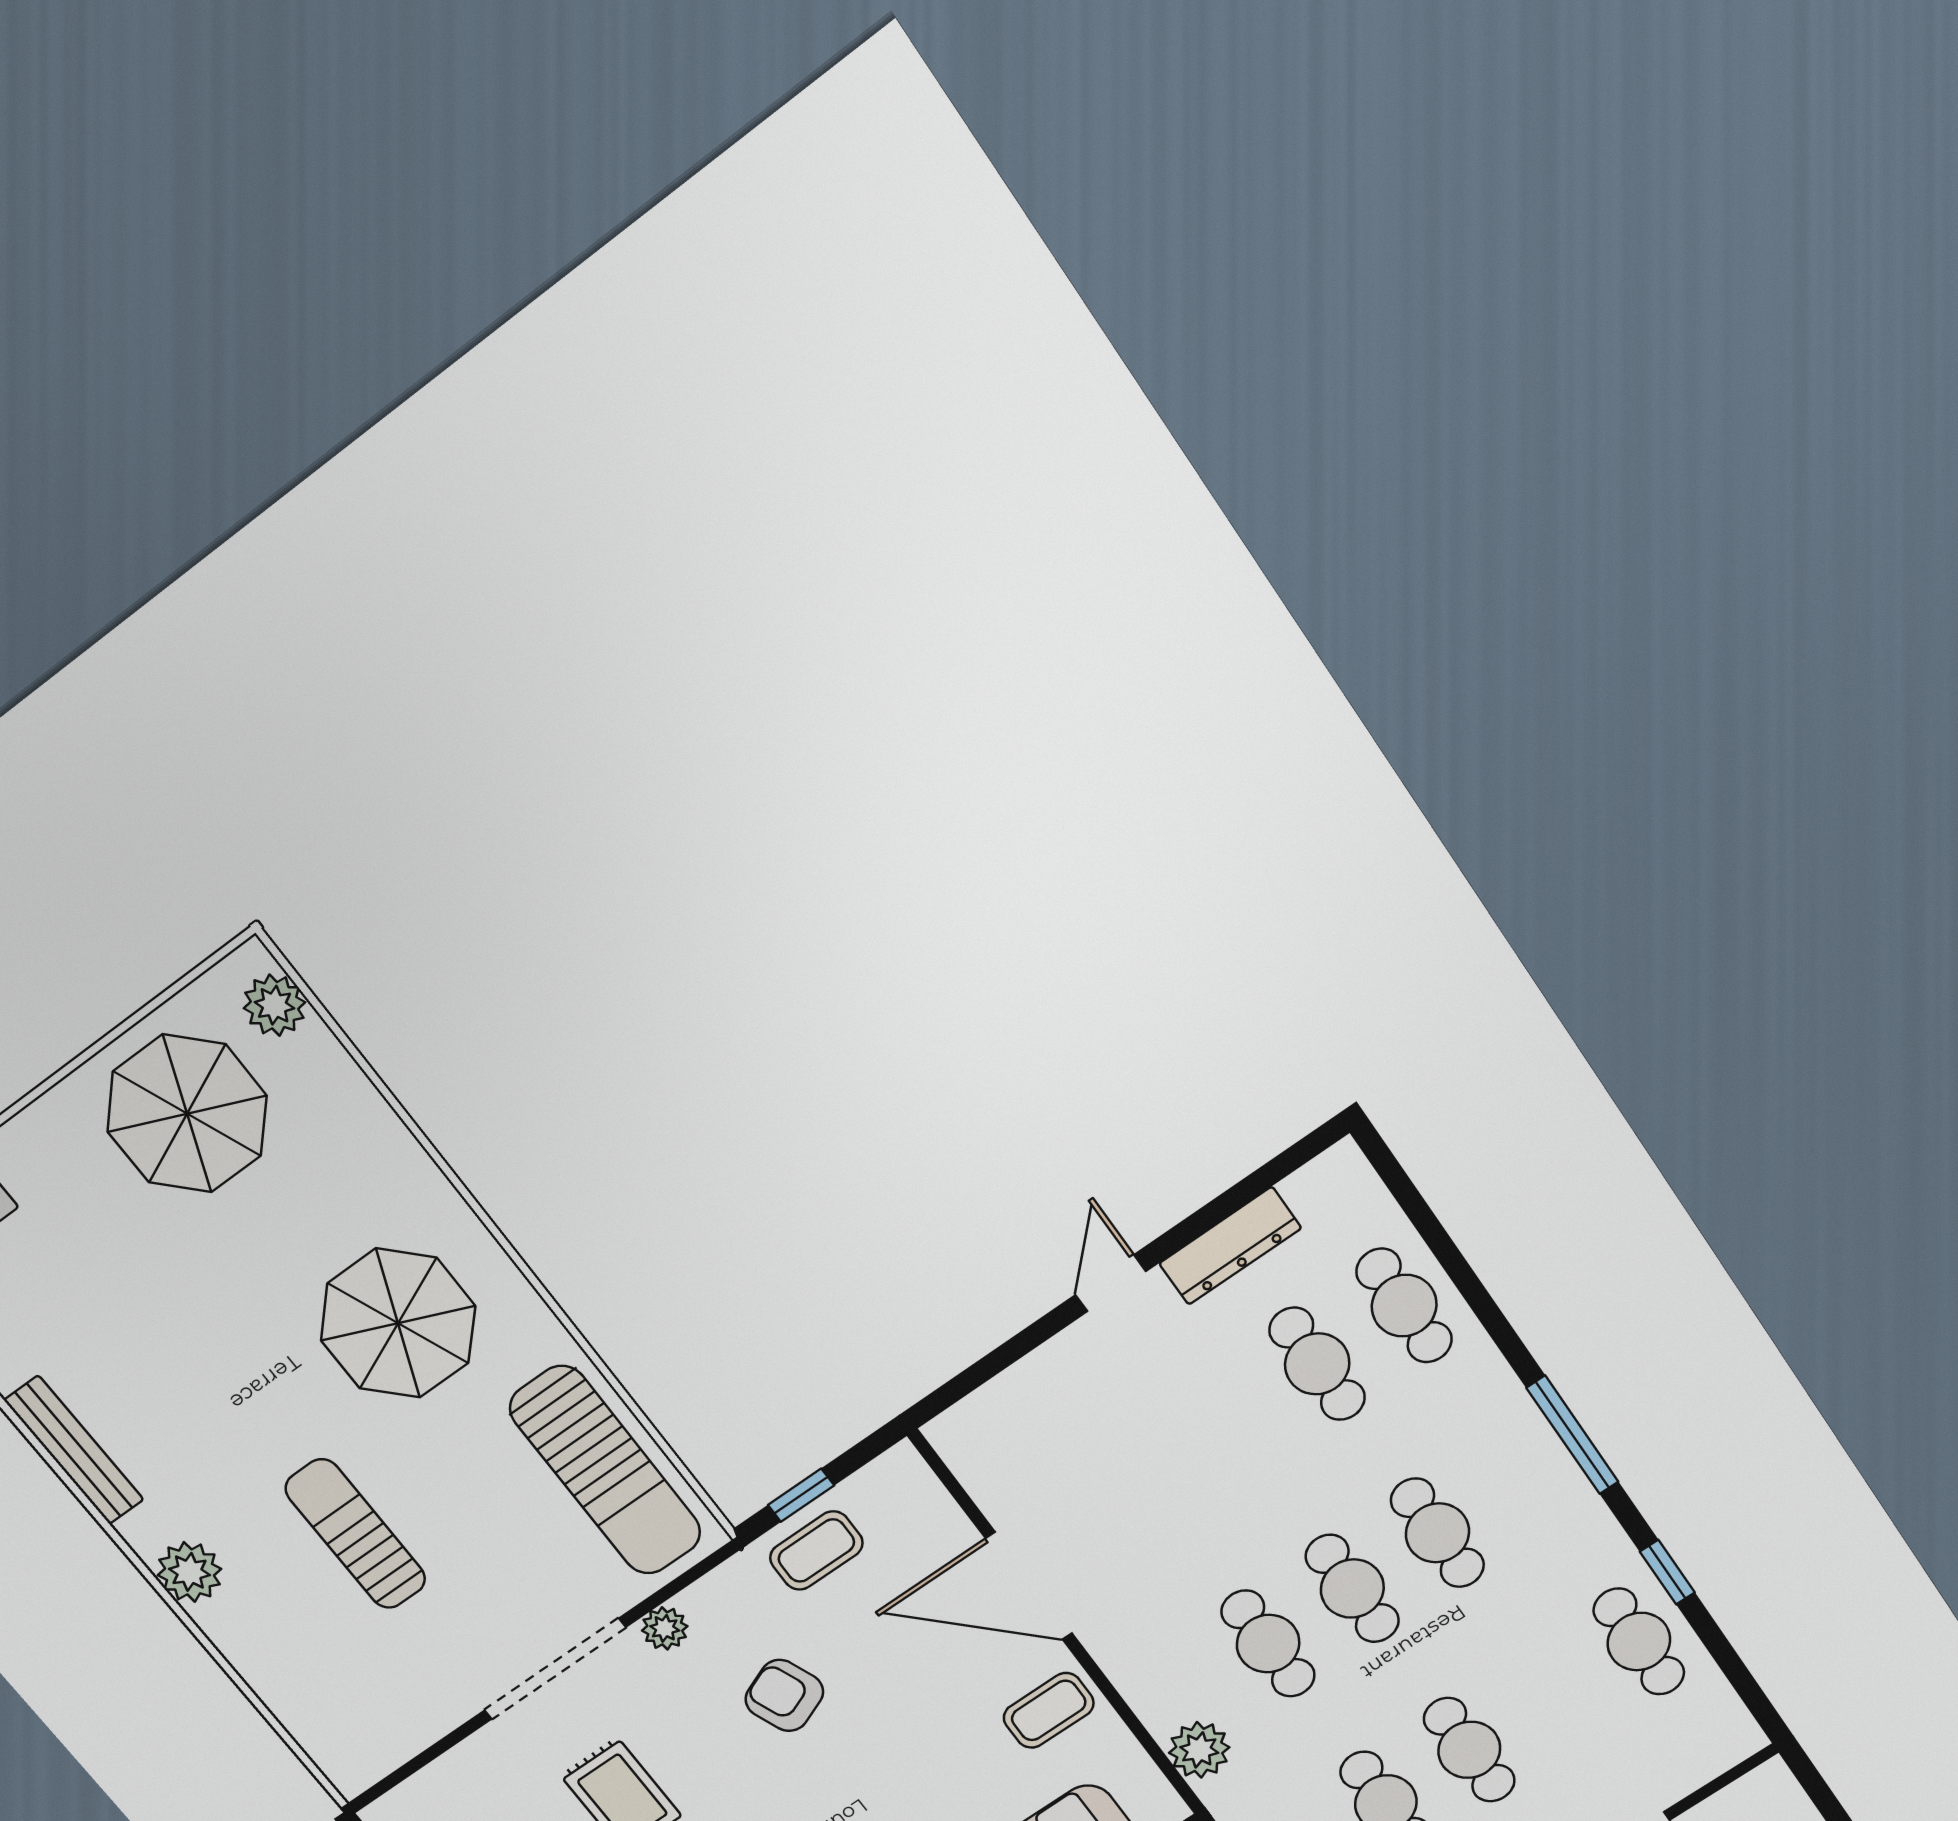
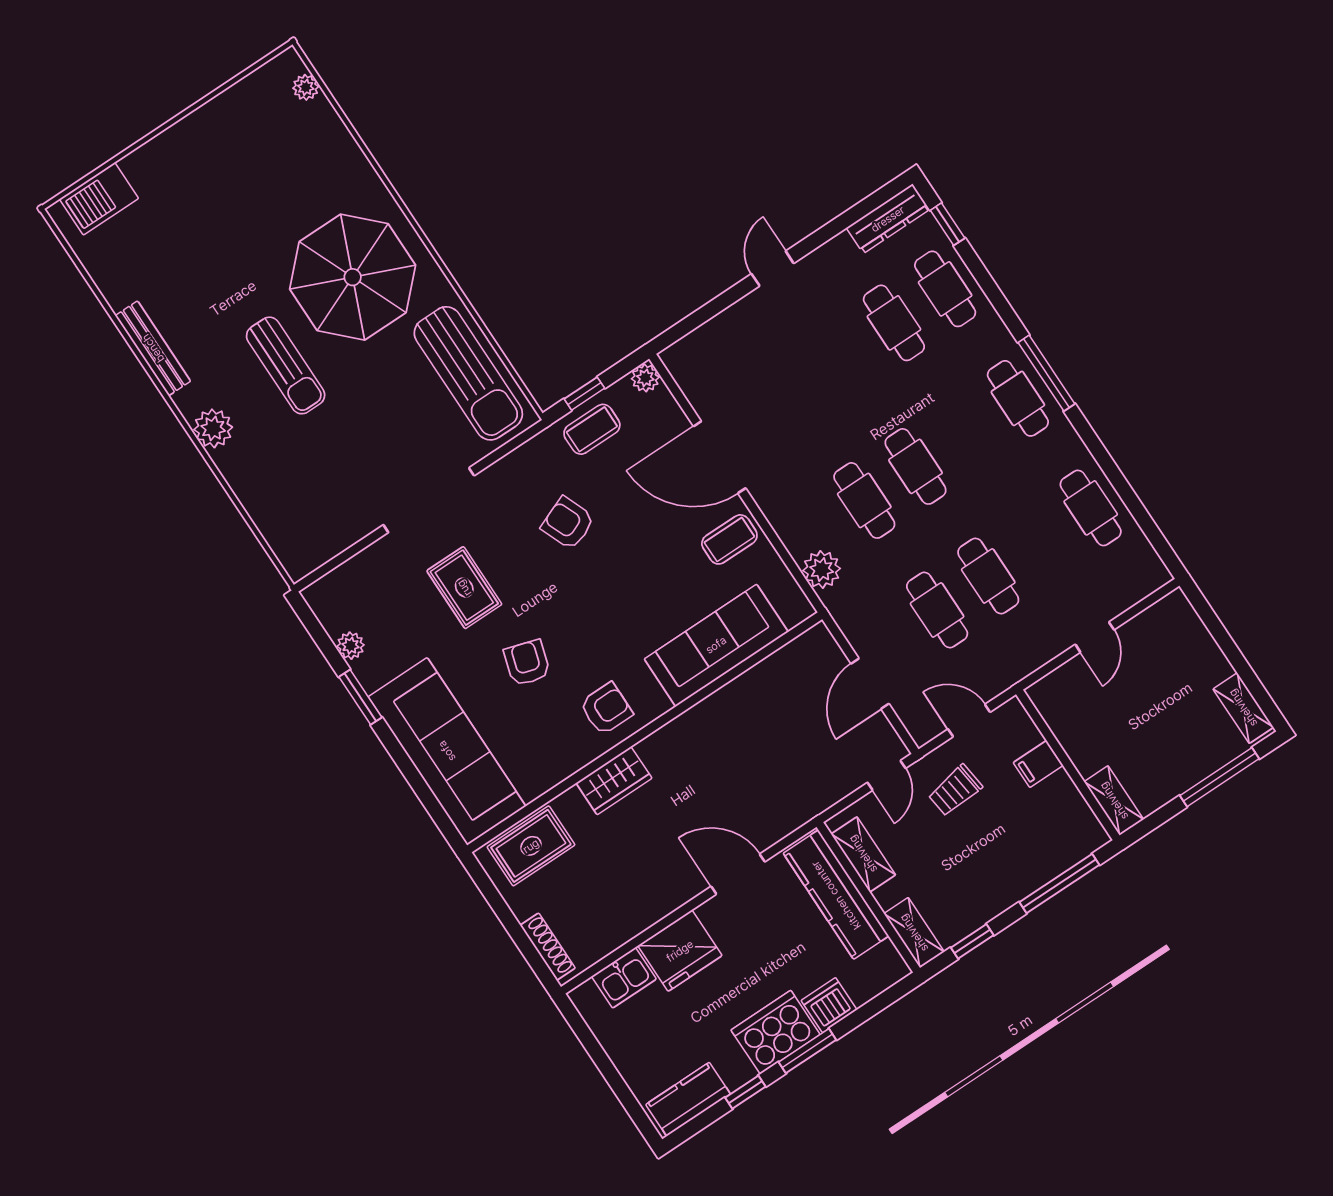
plant: (274, 1005) -> (306, 87), width x0.73, depth x0.73
parasol: (187, 1114) -> (242, 147), removed
dresser: (1230, 1246) -> (888, 219), moved
parasol: (398, 1323) -> (353, 277), width x1.36, depth x1.36
cafe table: (1437, 1533) -> (1018, 398), moved
sun lounger: (356, 1534) -> (286, 365), moved, turned 180
window: (1667, 1572) -> (948, 224), moved
plant: (665, 1628) -> (645, 378), moved

